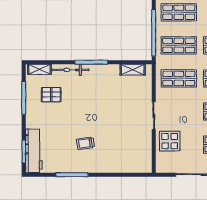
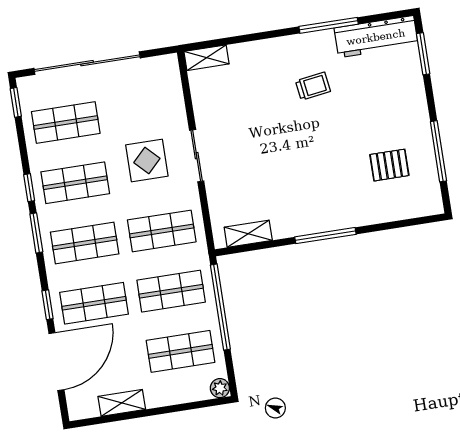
shelving: (39, 69) -> (207, 58), moved
bicycle: (71, 70) -> (361, 216), removed
display table: (170, 141) -> (147, 161), moved
workbench: (34, 151) -> (376, 37), moved, turned -90

